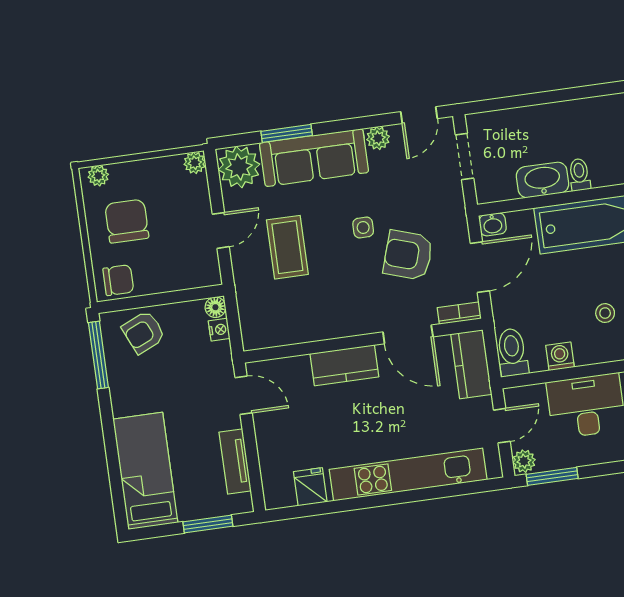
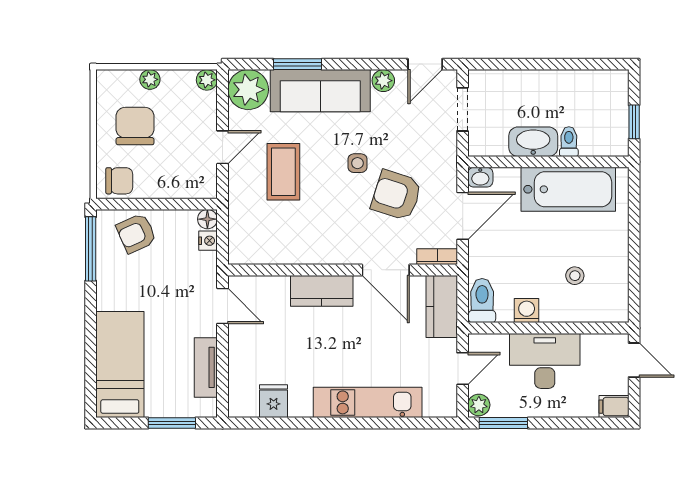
plant: (98, 176) -> (150, 79), moved
kitchen unit: (408, 475) -> (368, 402), width x0.73

